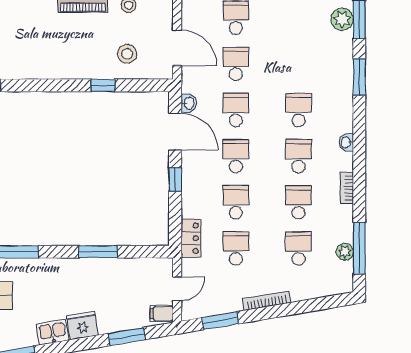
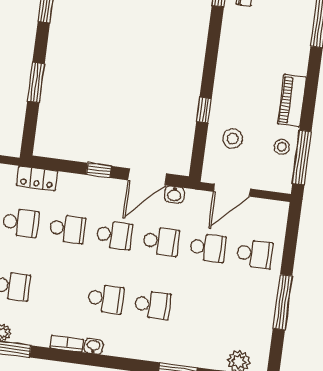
washbasin: (346, 142) -> (93, 346), moved
school desk: (298, 202) -> (59, 292), removed

